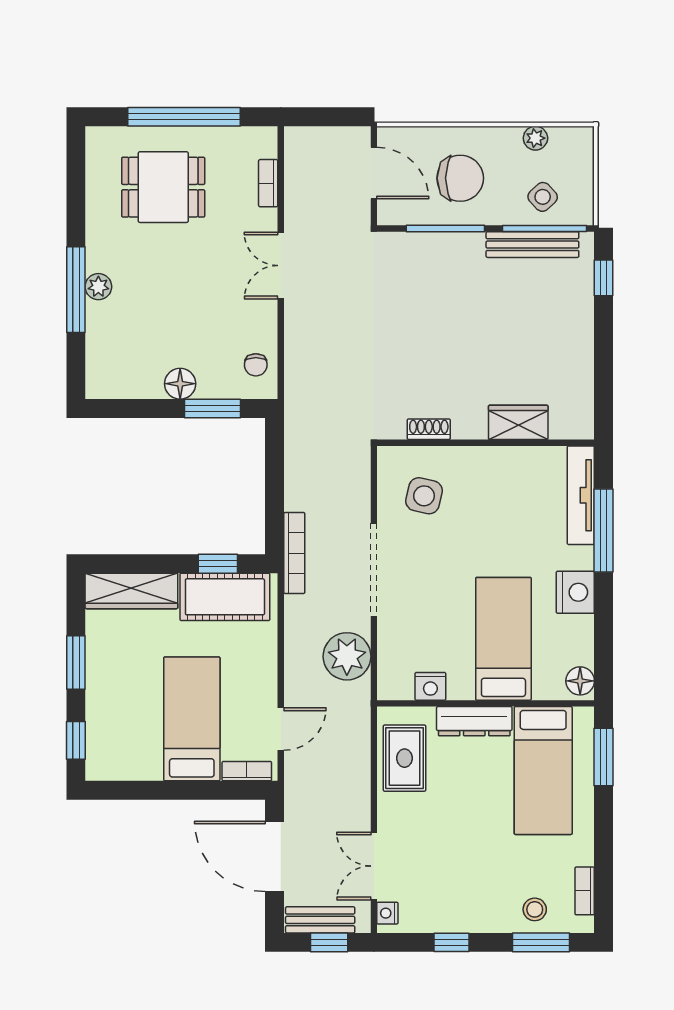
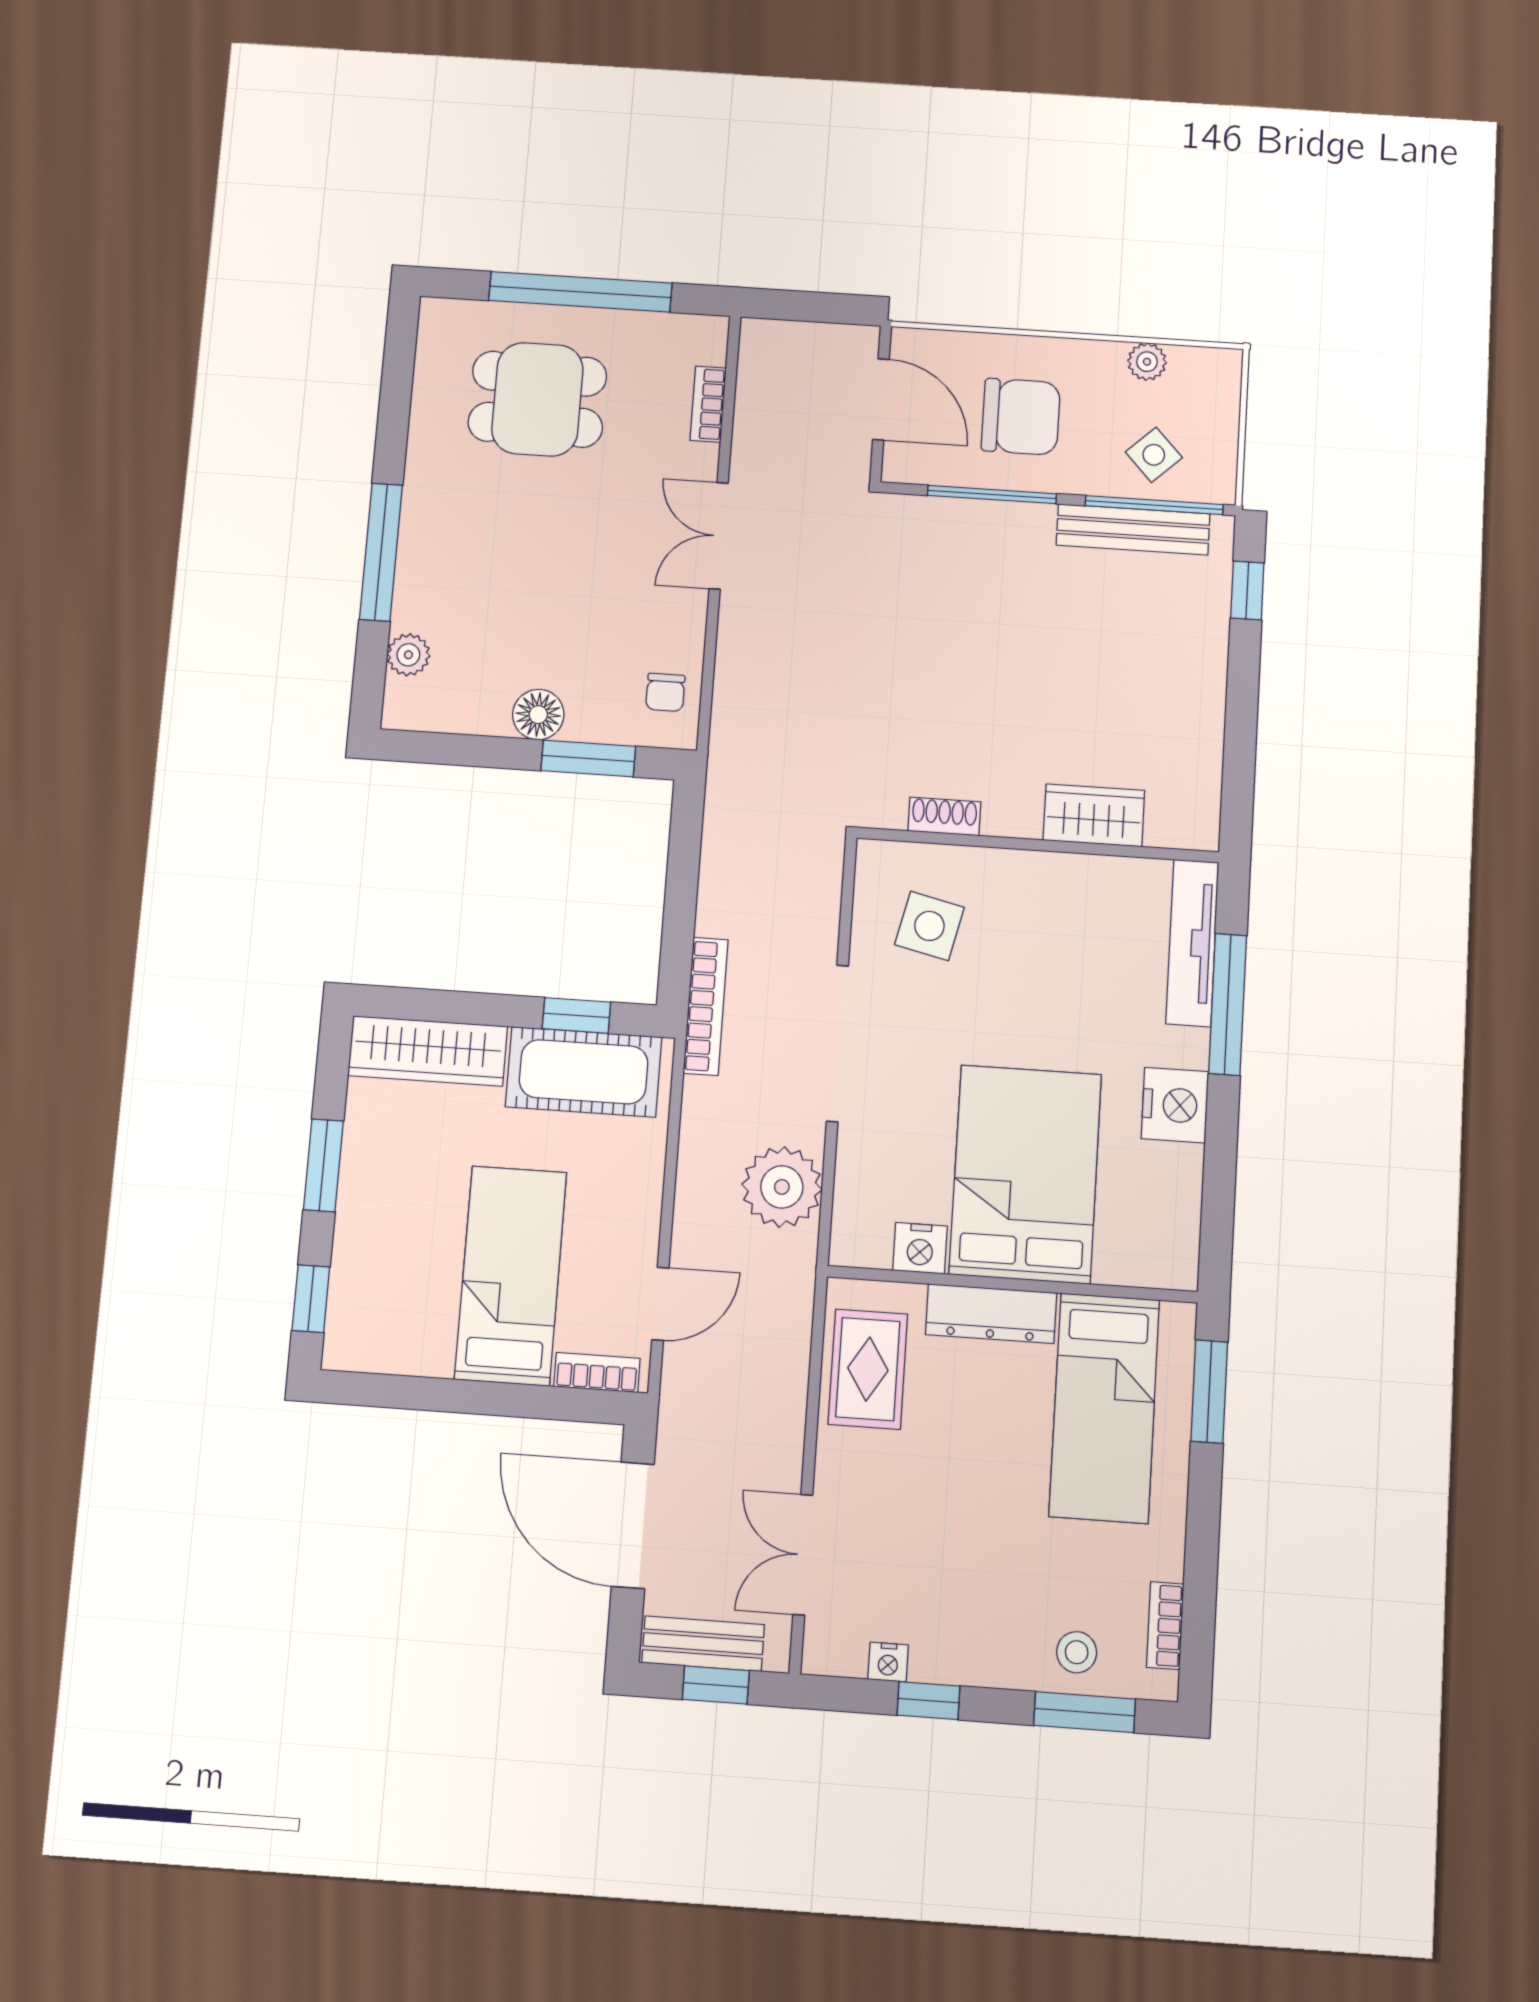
plant: (98, 287) -> (408, 655), moved
bed: (503, 639) -> (1025, 1174), width x1.50
floor lamp: (580, 681) -> (1175, 1257), removed
nightstand: (387, 913) -> (888, 1662), moved, turned -90

